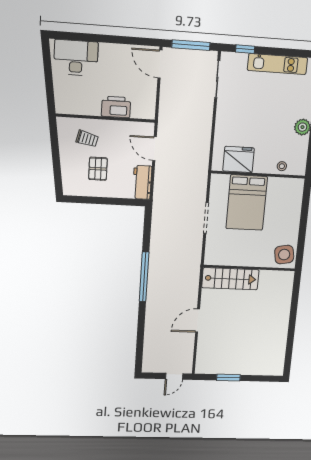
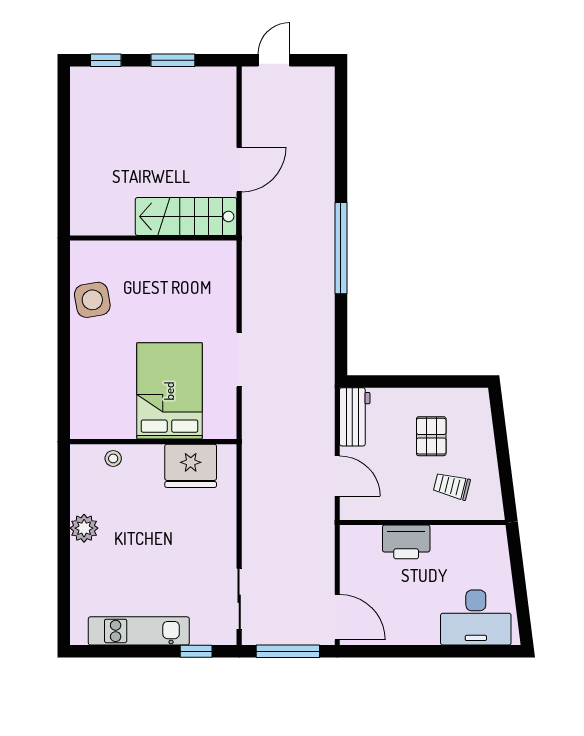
wall: (249, 268) -> (153, 238), moved
stairs: (230, 279) -> (186, 216), moved
window: (264, 378) -> (106, 60), added

